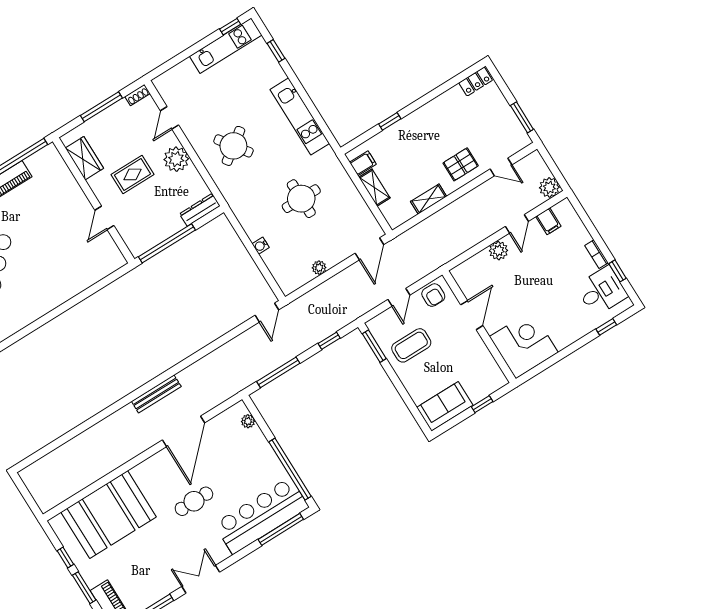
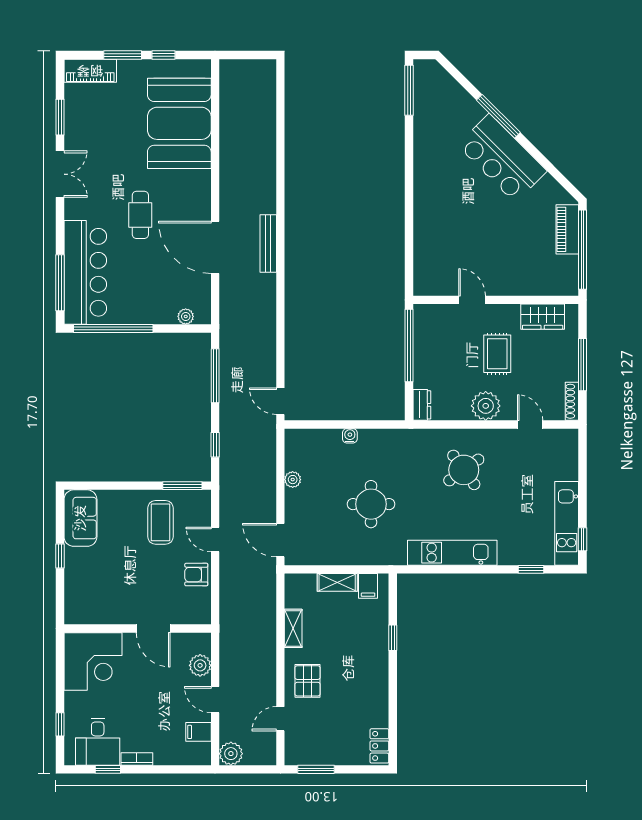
shoe rack: (137, 95) -> (572, 401), width x1.43
dresser: (200, 210) -> (422, 405), width x0.70
door: (472, 315) -> (153, 629), moved
wall: (479, 327) -> (138, 629), moved
corner desk: (524, 344) -> (93, 662), moved

